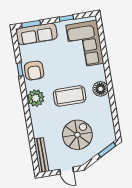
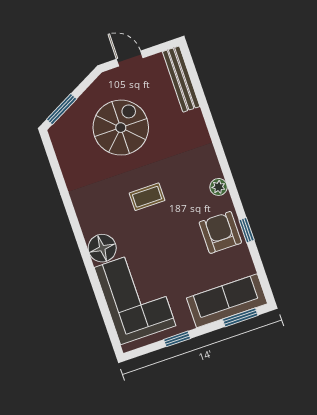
floor lamp: (101, 89) -> (102, 248), moved
coffee table: (70, 96) -> (147, 197), width x0.54, depth x0.58
plant: (36, 98) -> (219, 187), width x0.53, depth x0.53
spiral stairs: (77, 135) -> (121, 128), turned 180

